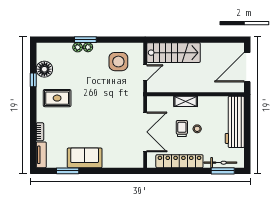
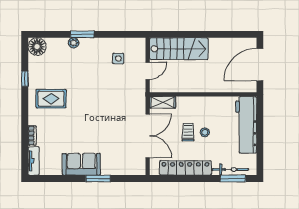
plant: (88, 47) -> (85, 43), removed
side table: (118, 62) -> (118, 58), width x0.54, depth x0.54
floor lamp: (44, 69) -> (37, 47), moved
shelving: (186, 101) -> (163, 102), moved
window: (68, 171) -> (98, 179), moved

